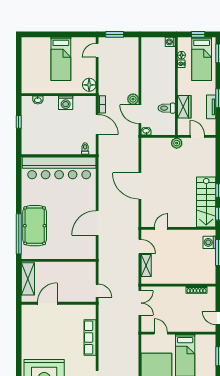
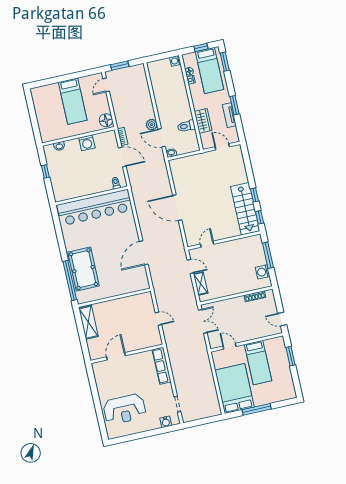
plant: (177, 143) -> (204, 158), removed
washing machine: (209, 242) -> (263, 272), moved
door: (47, 303) -> (116, 356), moved
wall: (59, 303) -> (127, 354), moved

